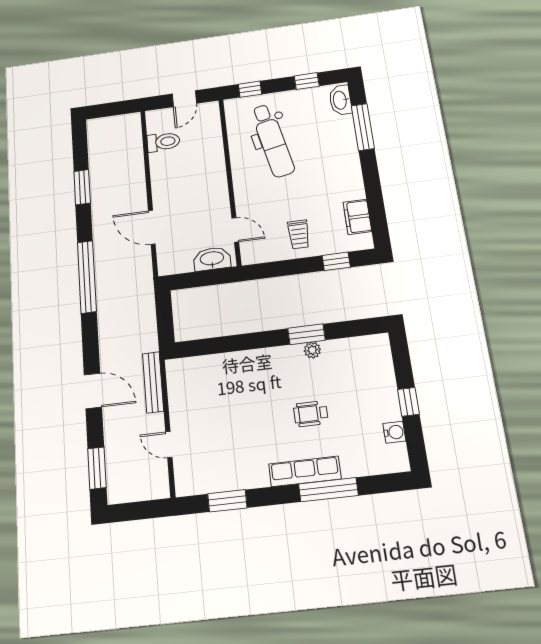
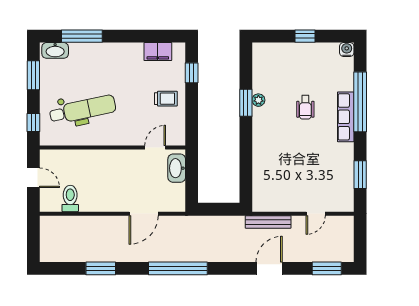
window: (307, 81) -> (33, 75), width x1.50
water cooler: (394, 432) -> (347, 49), moved
window: (328, 490) -> (360, 102), width x1.46

